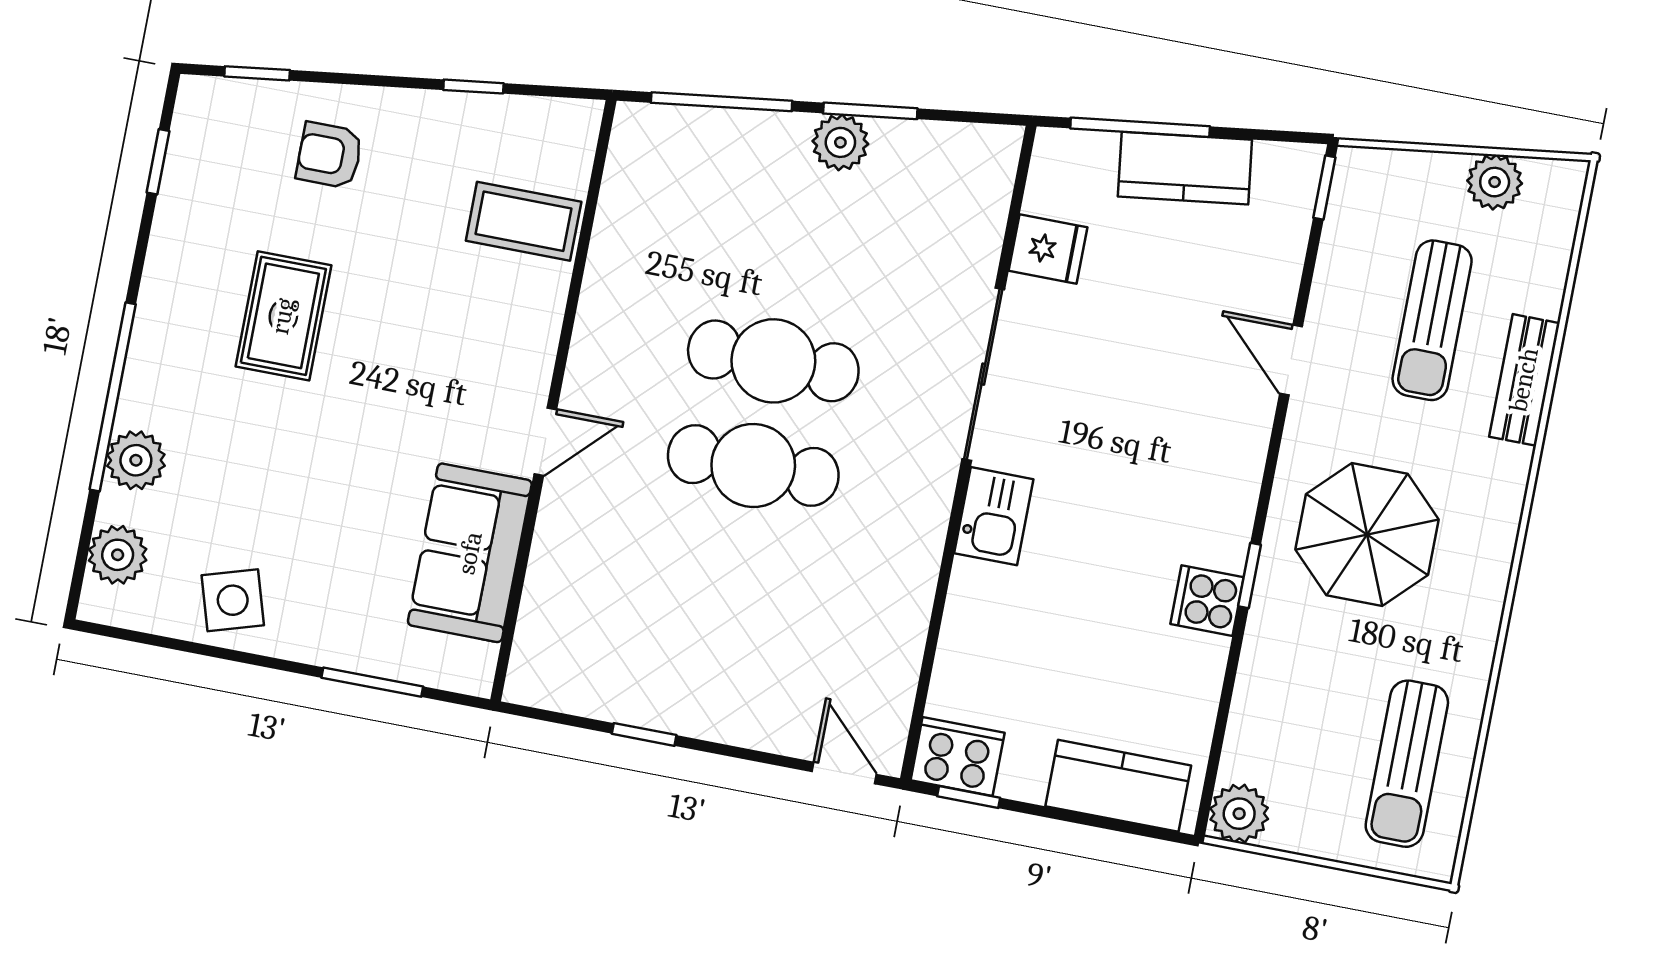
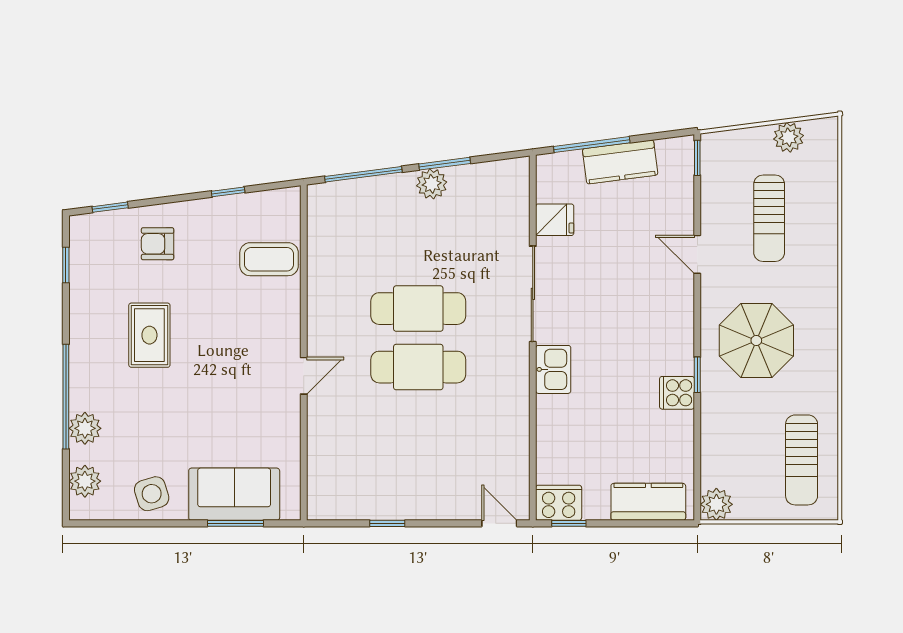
bench: (1524, 380) -> (825, 241), removed
sofa: (470, 553) -> (234, 494), moved, turned 90

